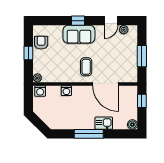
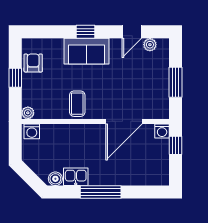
coffee table: (86, 67) -> (77, 104), moved
door: (105, 84) -> (124, 121), hinge flipped
washing machine: (66, 91) -> (162, 131), moved
kitchen sink: (104, 123) -> (76, 177), moved
boiler: (132, 125) -> (55, 179), moved

